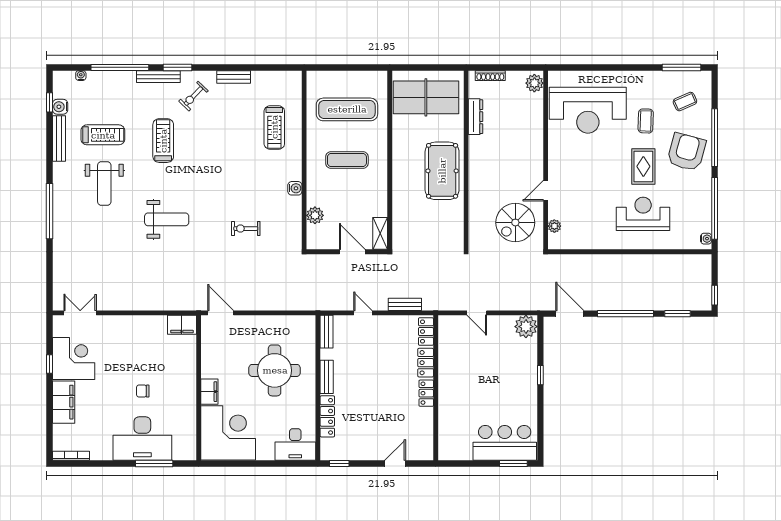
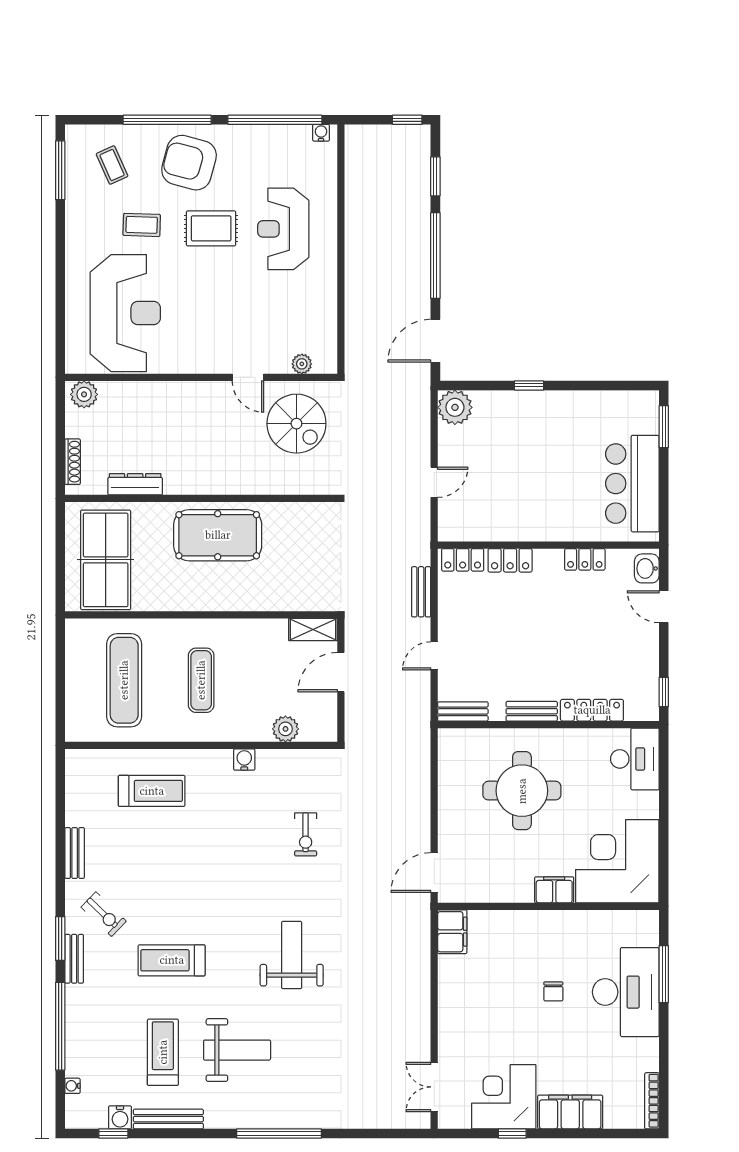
bench: (158, 77) -> (74, 959), width x0.73
locker: (426, 393) -> (585, 559), moved
bar counter: (505, 443) -> (632, 484), moved
washbasin: (420, 452) -> (647, 568), added

